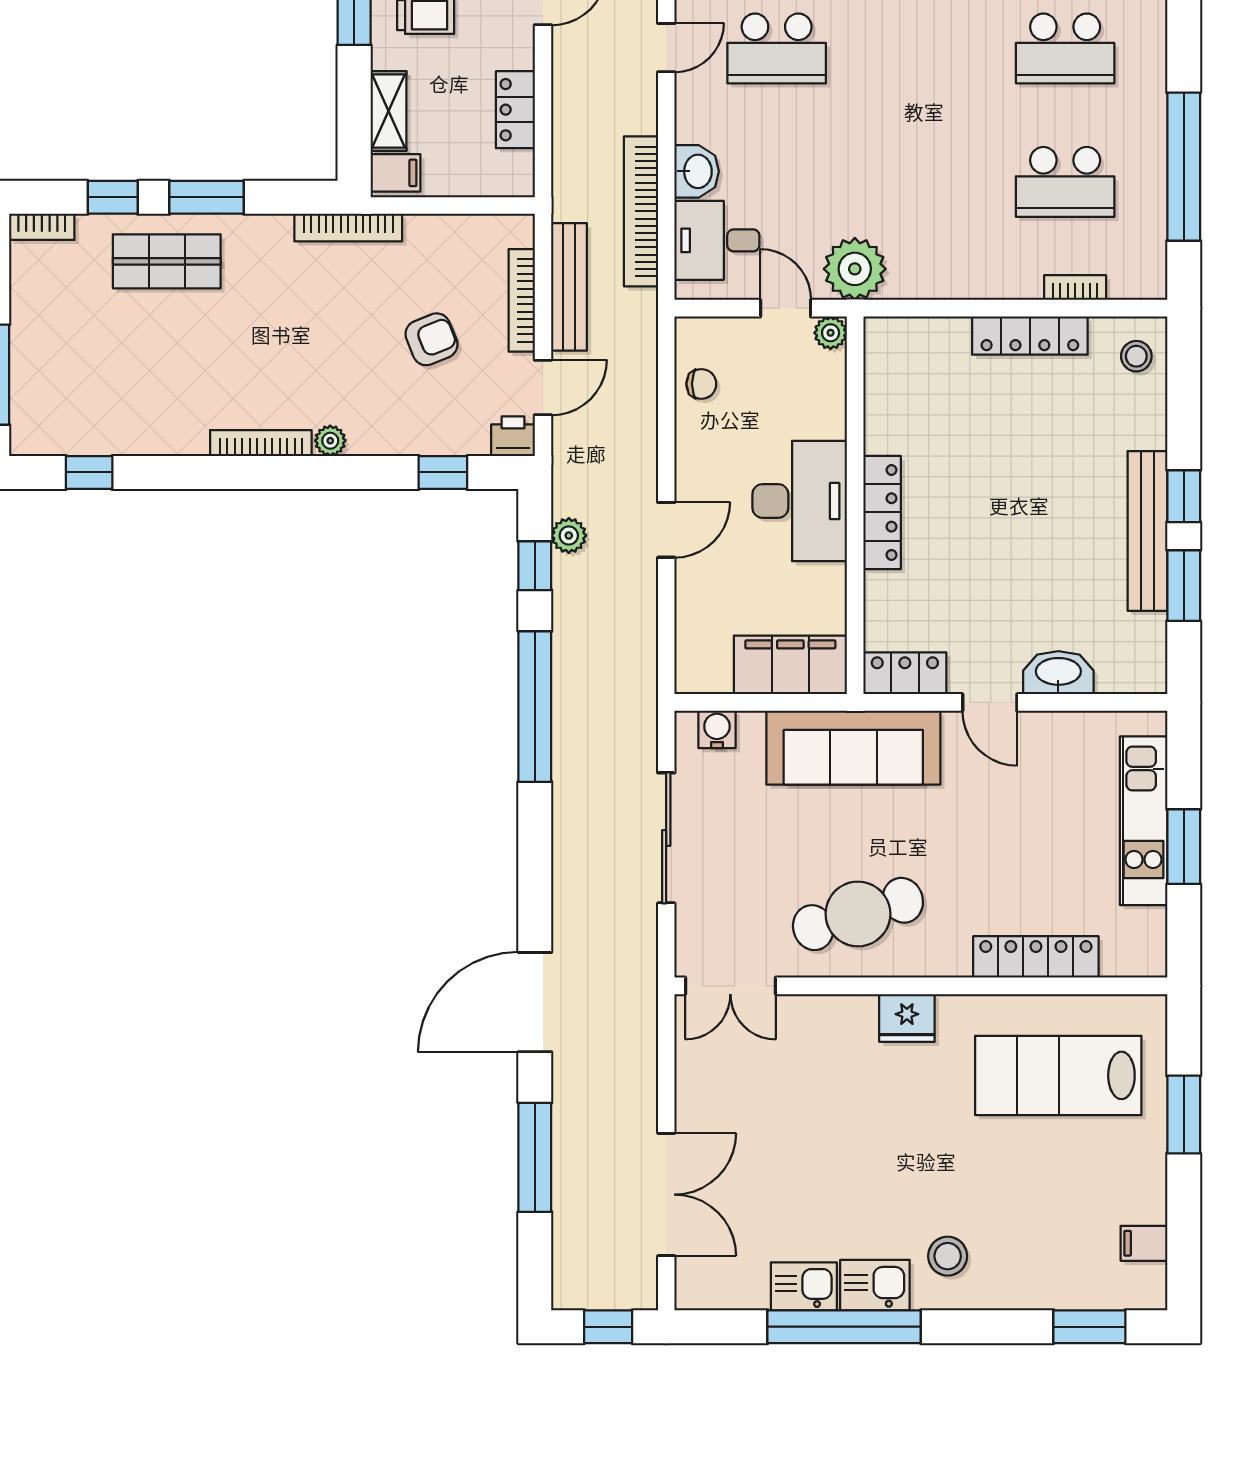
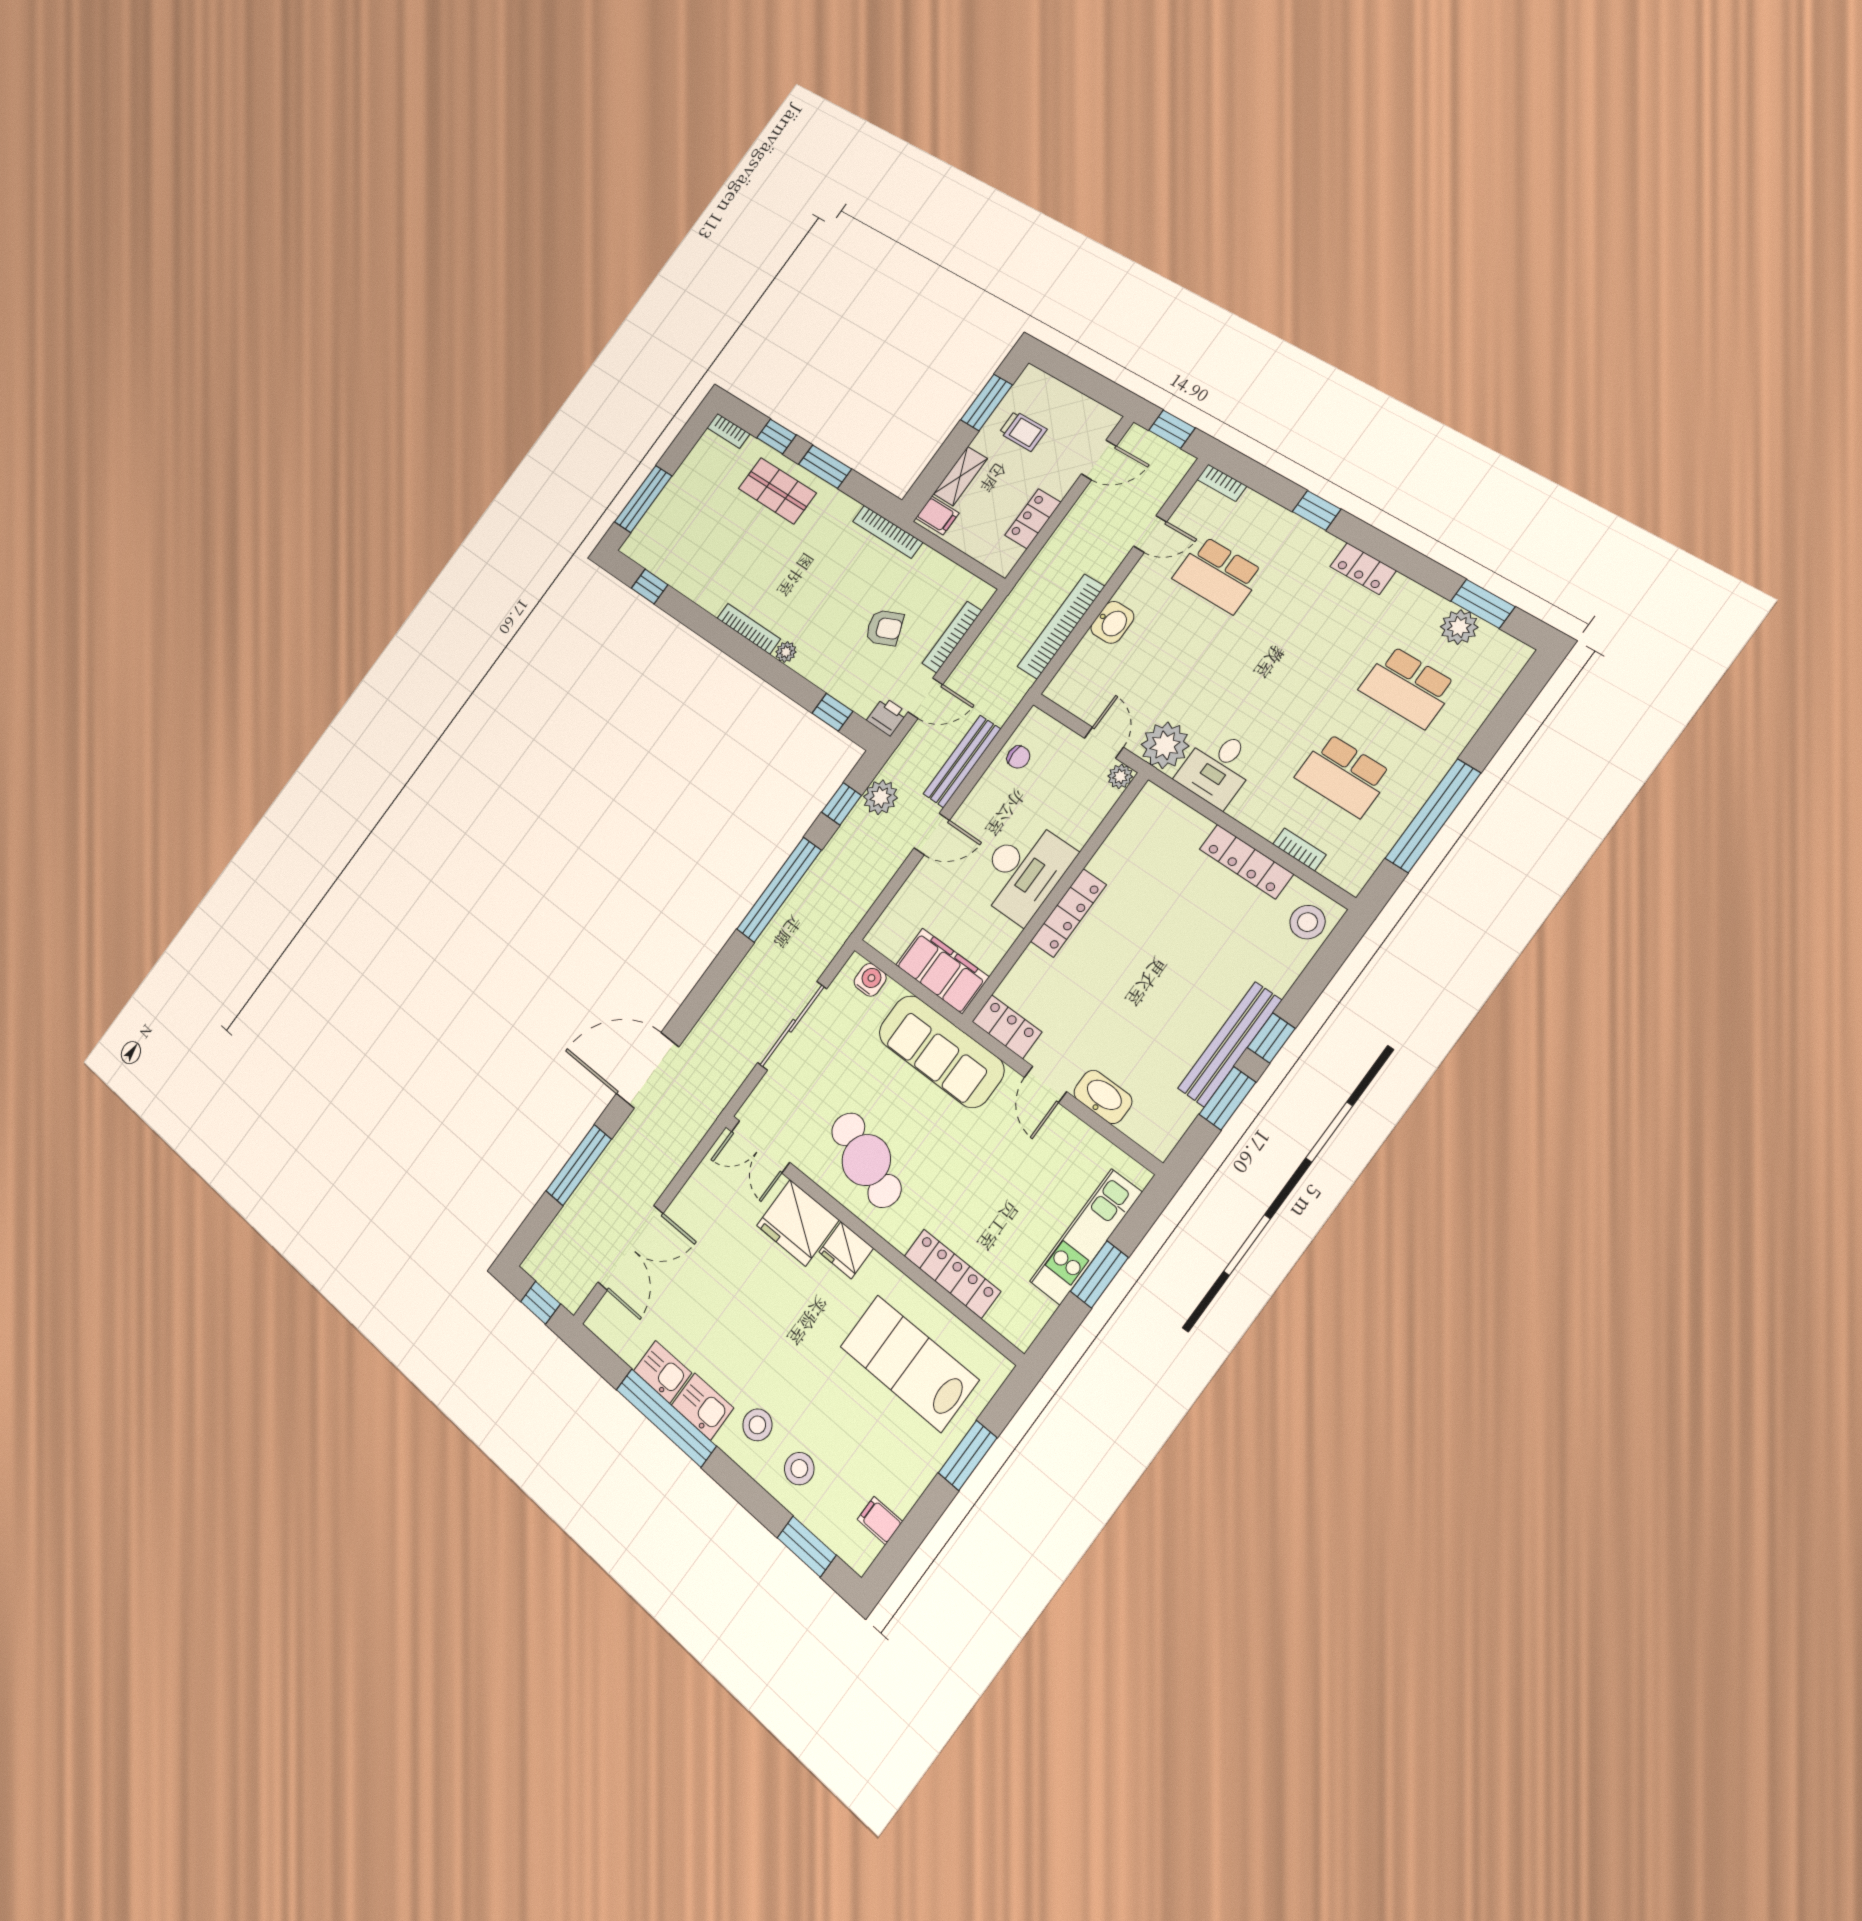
desk: (717, 240) -> (1217, 768), moved, turned -90
bench: (569, 287) -> (962, 761), moved
stool: (1136, 356) -> (1308, 922), width x1.37, depth x1.37
plant: (569, 536) -> (880, 797), width x1.38, depth x1.38
cafe table: (858, 914) -> (866, 1160), turned 37
fridge: (833, 1030) -> (798, 1223), added
stool: (1024, 1262) -> (799, 1469), added

